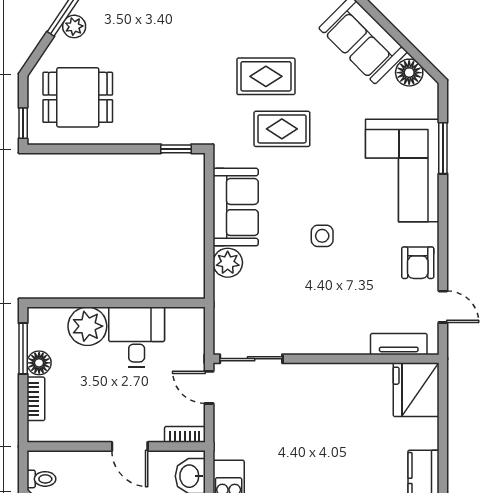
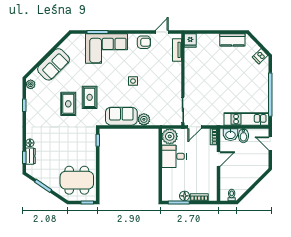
plant: (74, 26) -> (48, 182), removed
floor lamp: (409, 73) -> (67, 46), removed
dining table: (78, 97) -> (77, 180), width x1.38
plant: (87, 326) -> (170, 136), moved
fridge: (416, 390) -> (190, 41), width x0.53, depth x0.75

